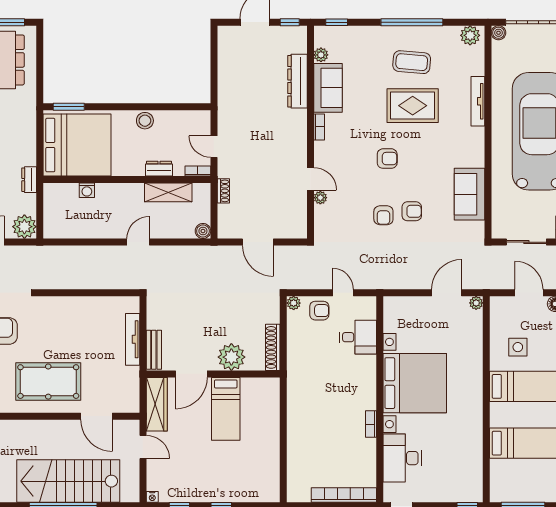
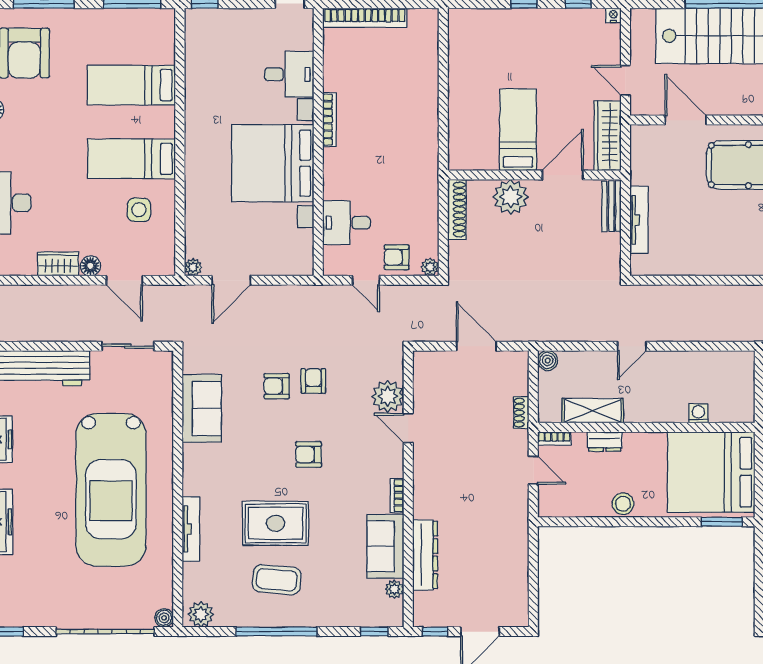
plant: (320, 198) -> (388, 396), width x1.88, depth x1.88
bookcase: (371, 424) -> (329, 120), width x1.56
desk: (402, 458) -> (289, 74), width x0.73

